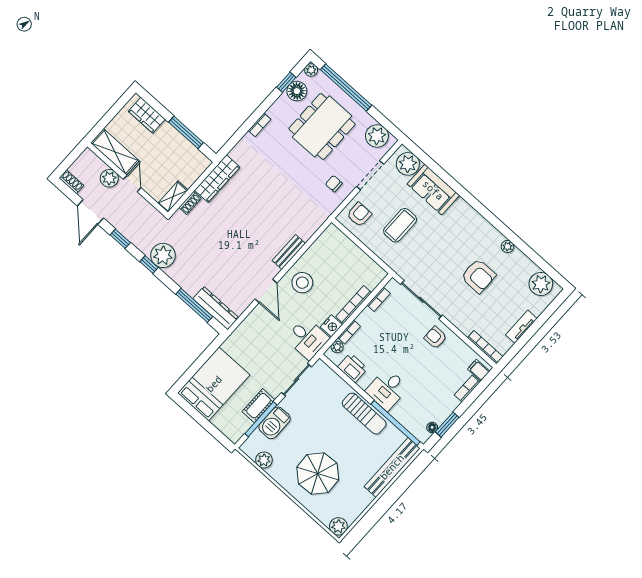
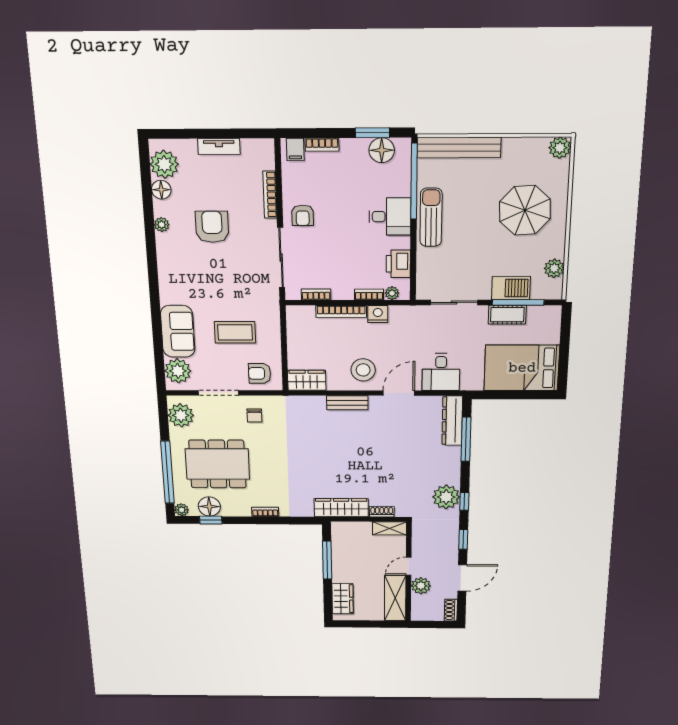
wardrobe: (328, 240) -> (307, 380), added
floor lamp: (528, 267) -> (161, 190), added
desk: (307, 338) -> (441, 372), moved, turned 180
bookcase: (485, 347) -> (270, 195), moved
floor lamp: (432, 427) -> (382, 150), width x1.89, depth x1.89

